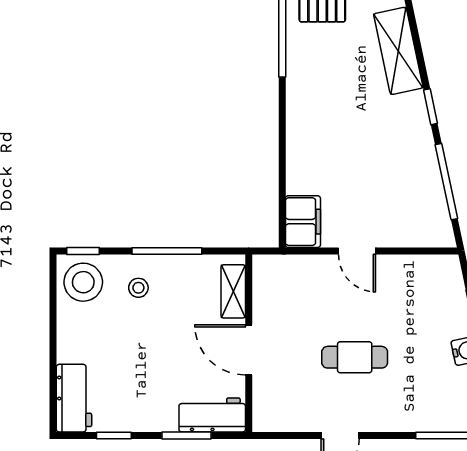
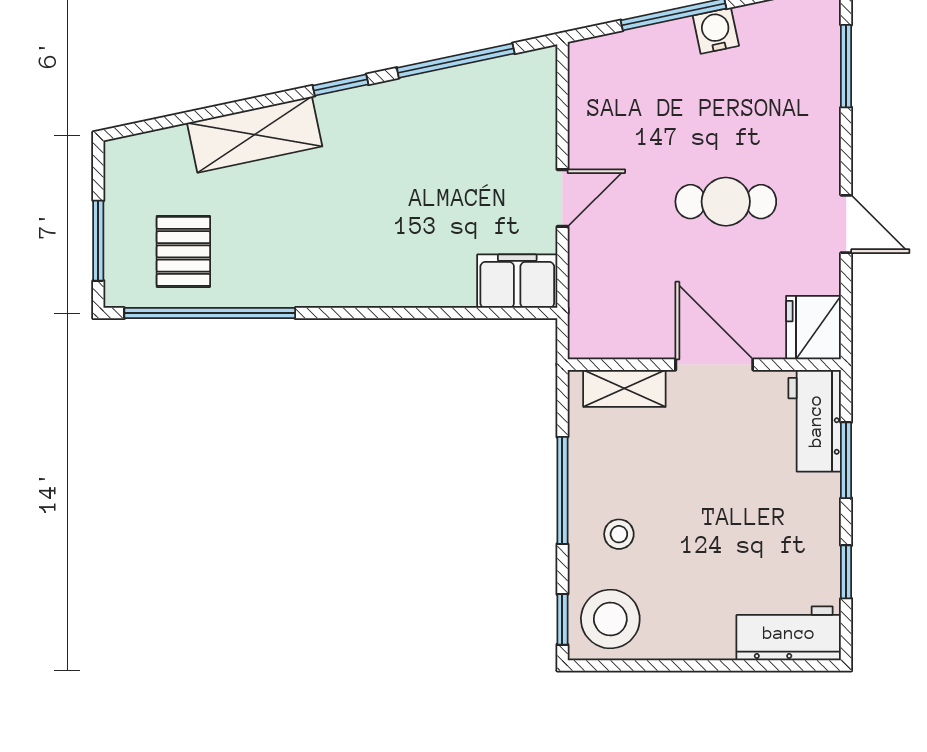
door: (249, 350) -> (714, 365), swing flipped
cafe table: (355, 357) -> (726, 202), turned 90
fridge: (273, 414) -> (814, 328), added

